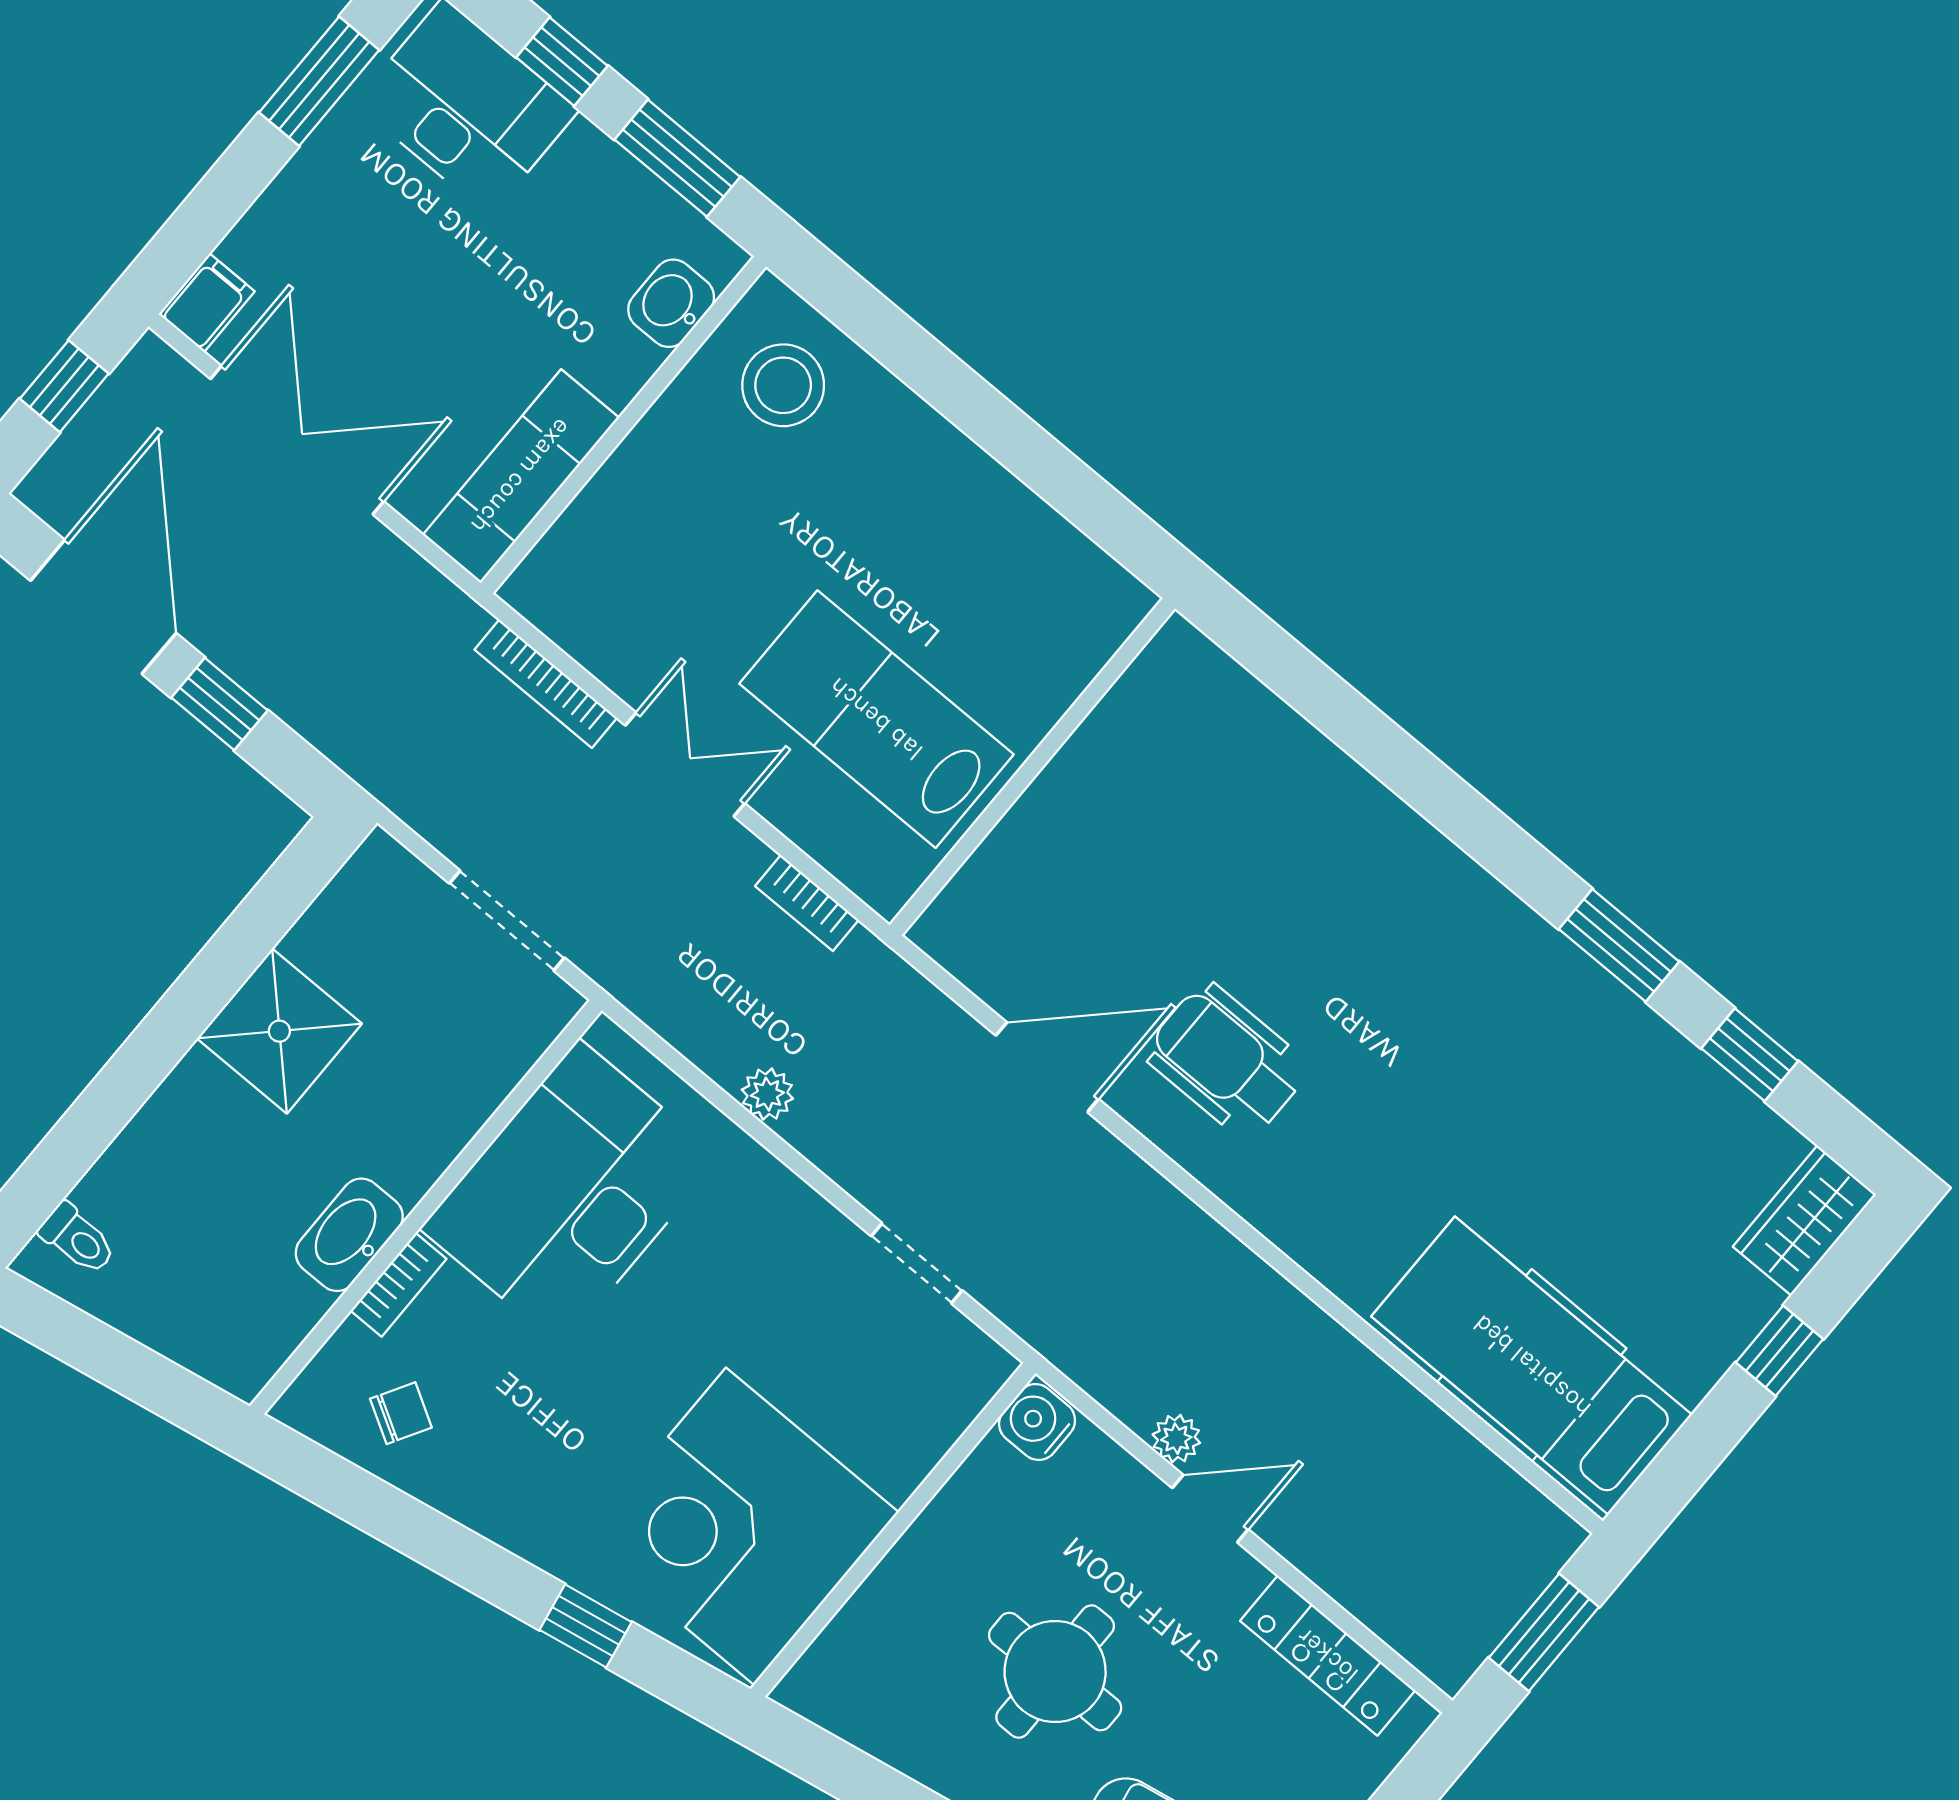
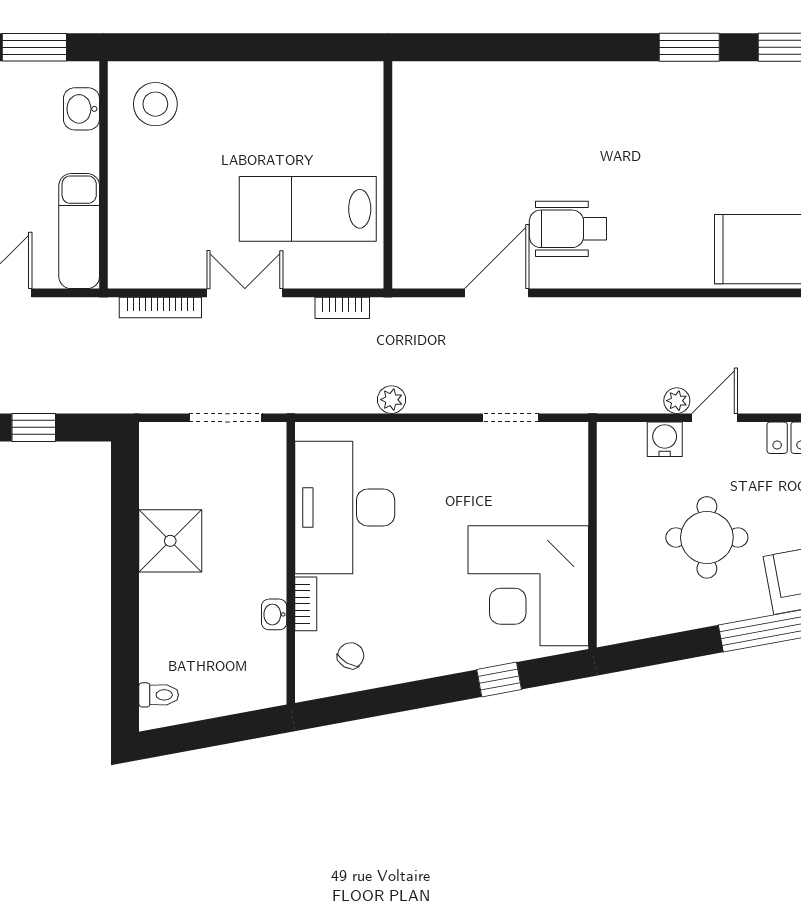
washbasin: (349, 1235) -> (274, 614), width x0.52, depth x0.69
water cooler: (1037, 1422) -> (665, 439), moved, turned 90

